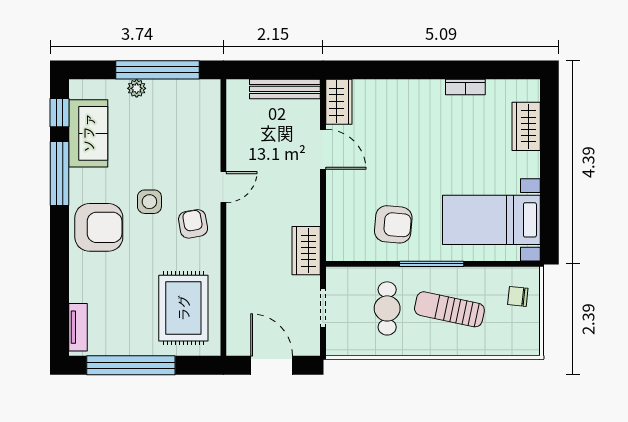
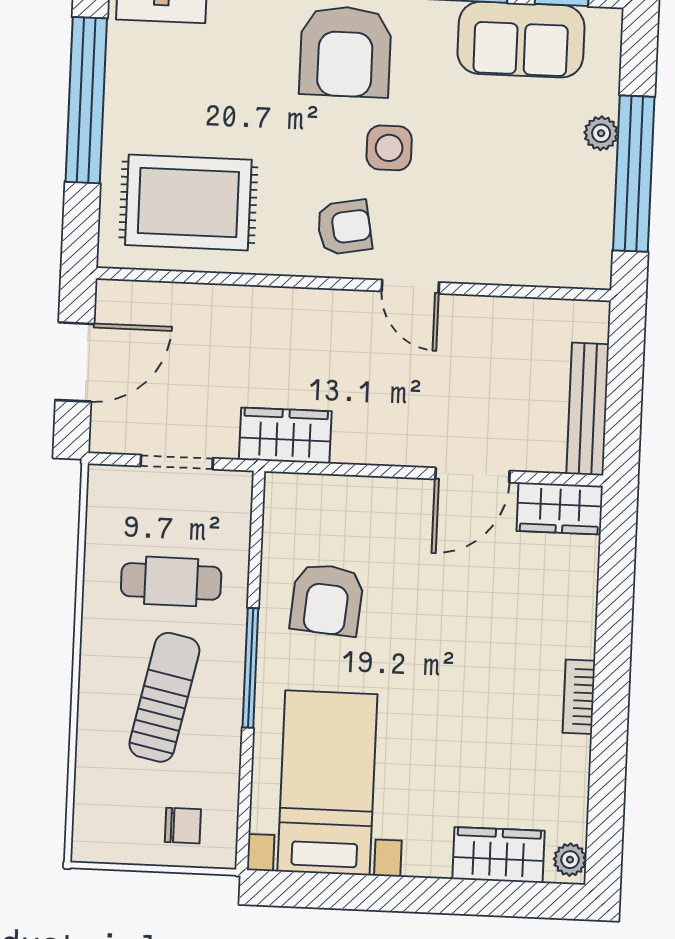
bookcase: (465, 87) -> (579, 697), moved
plant: (527, 88) -> (570, 860), added
chair: (518, 296) -> (183, 826), turned 84

